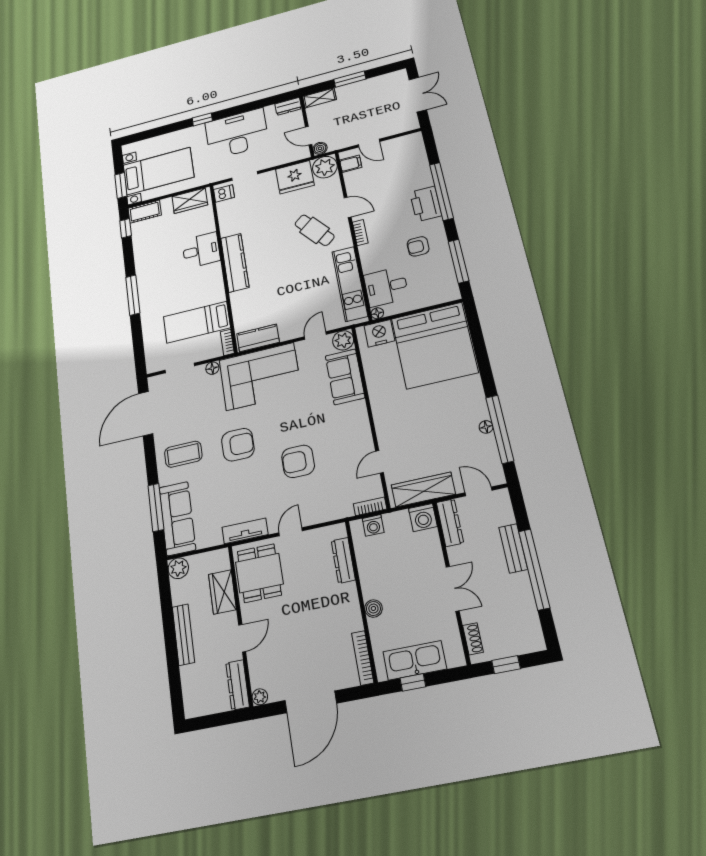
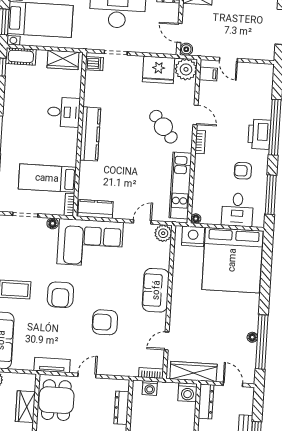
desk: (386, 287) -> (237, 210), moved, turned -90
sofa: (345, 377) -> (156, 290), moved
armchair: (238, 445) -> (60, 295), turned 90

